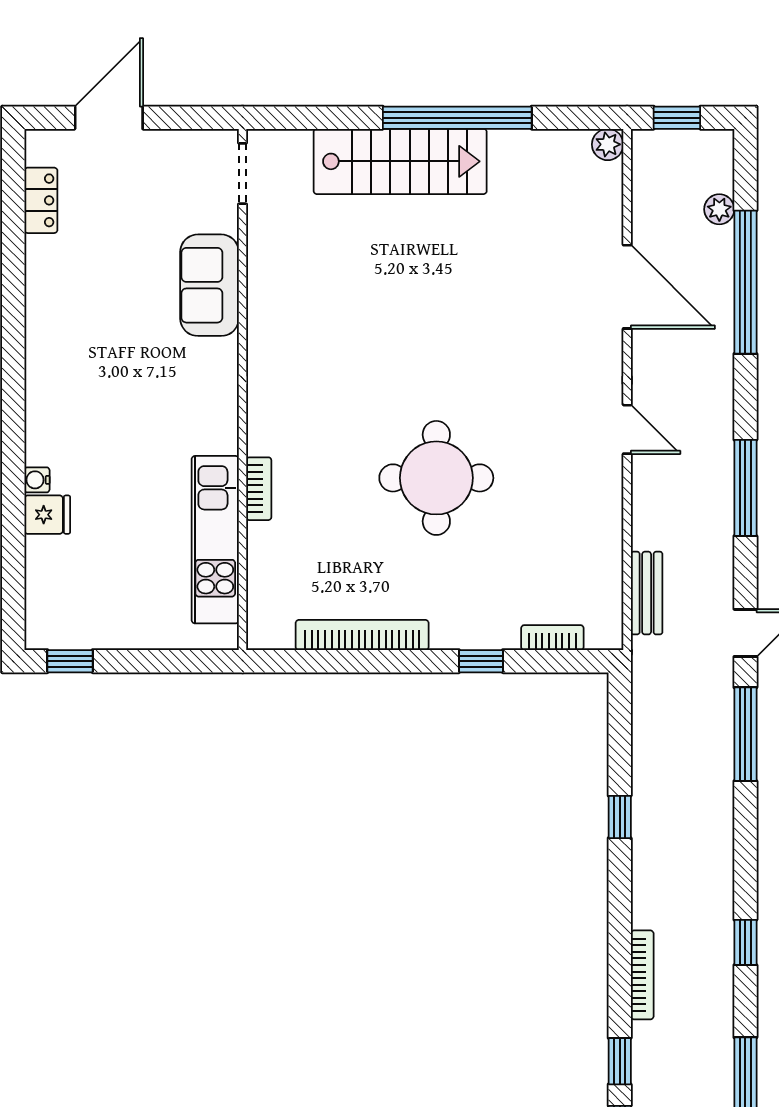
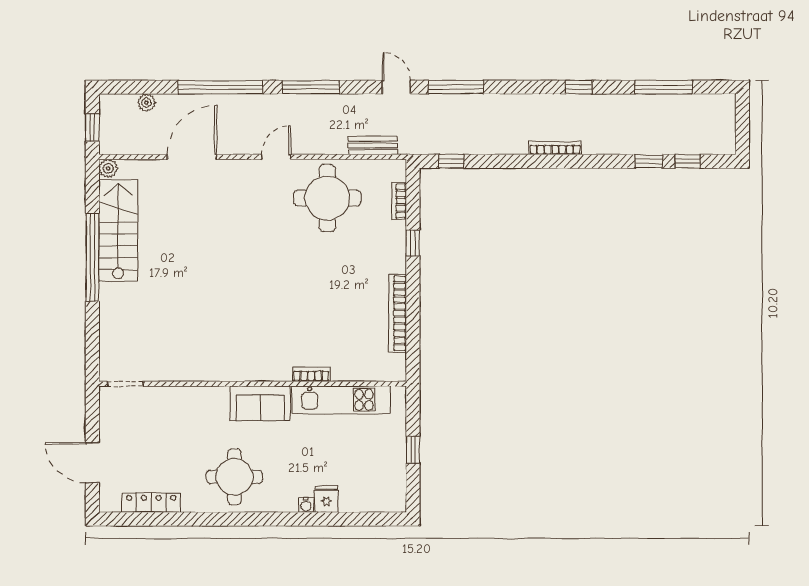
stairs: (400, 161) -> (118, 230), moved
locker: (41, 200) -> (151, 503), width x1.53
window: (745, 282) -> (220, 87), moved
sofa: (210, 285) -> (260, 403), moved
round table: (85, 359) -> (234, 477), added
round table: (436, 478) -> (327, 198), moved
window: (70, 661) -> (413, 450), moved
window: (620, 817) -> (451, 161), moved
bookcase: (642, 975) -> (555, 148), moved

